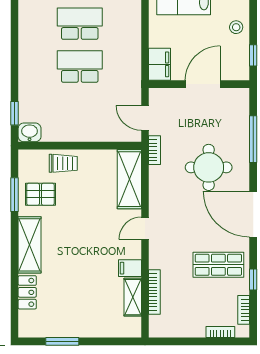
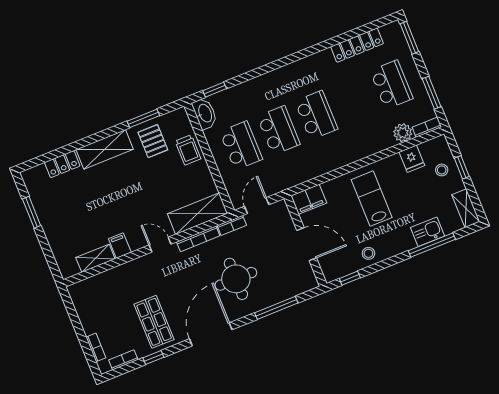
school desk: (80, 110) -> (241, 145), added
washbasin: (30, 132) -> (205, 113), width x1.38
bookcase: (154, 292) -> (198, 239), moved

